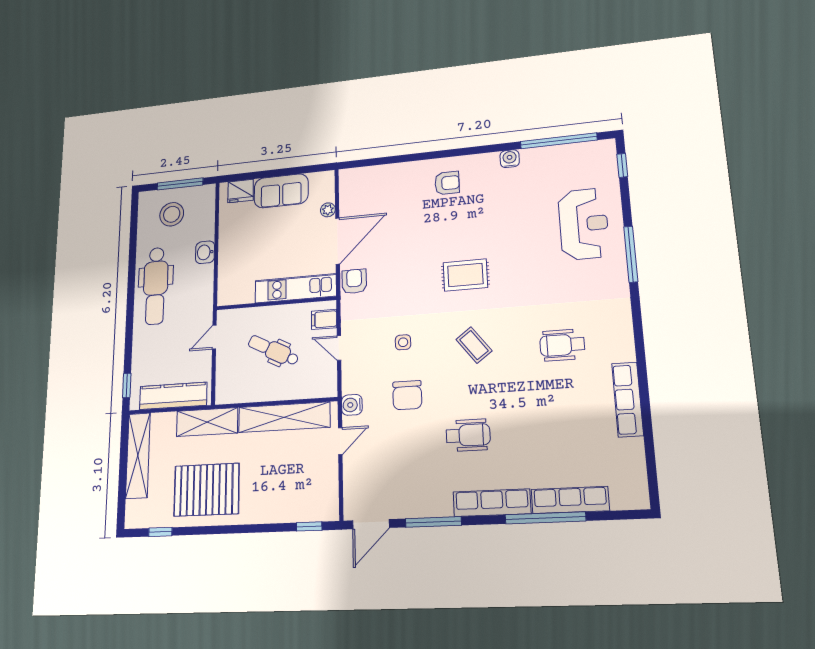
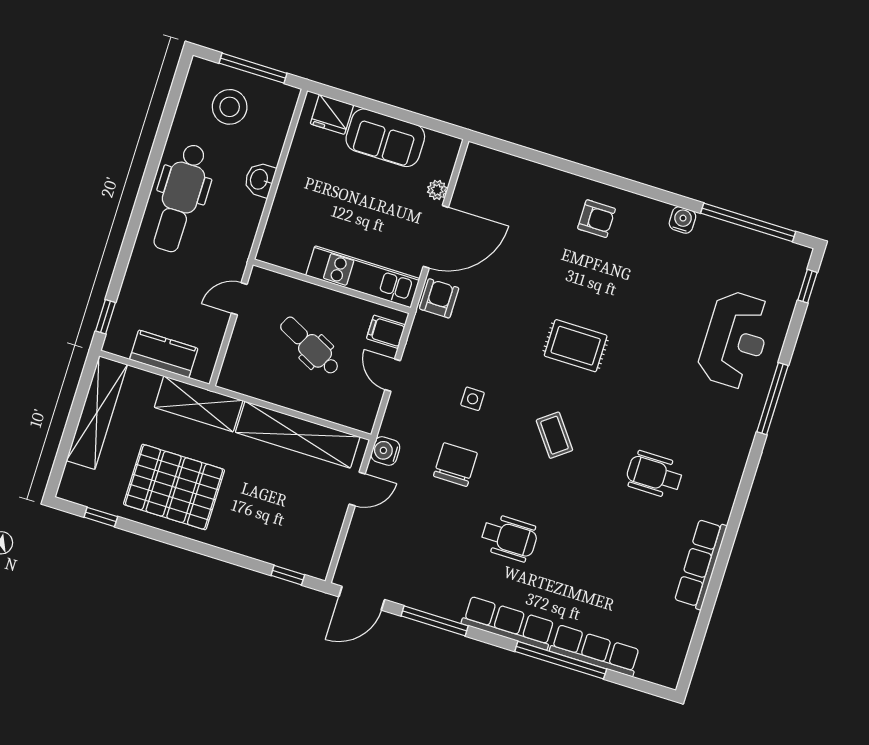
chair: (407, 395) -> (455, 465), turned 180
kitchen counter: (173, 396) -> (164, 354), width x0.67

